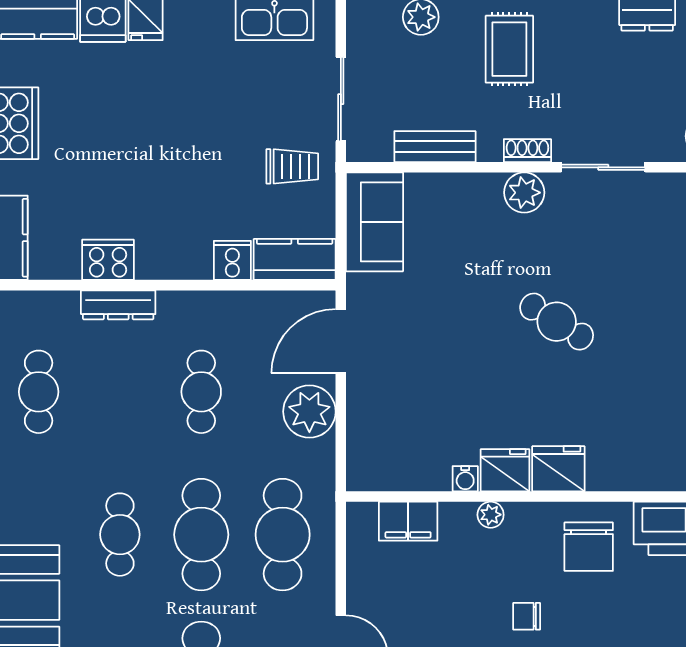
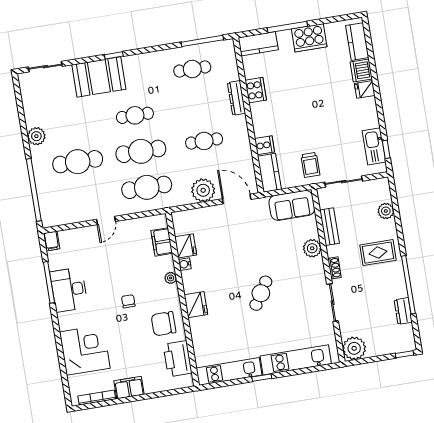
plant: (524, 193) -> (312, 248), moved
fridge: (505, 470) -> (186, 246), moved

